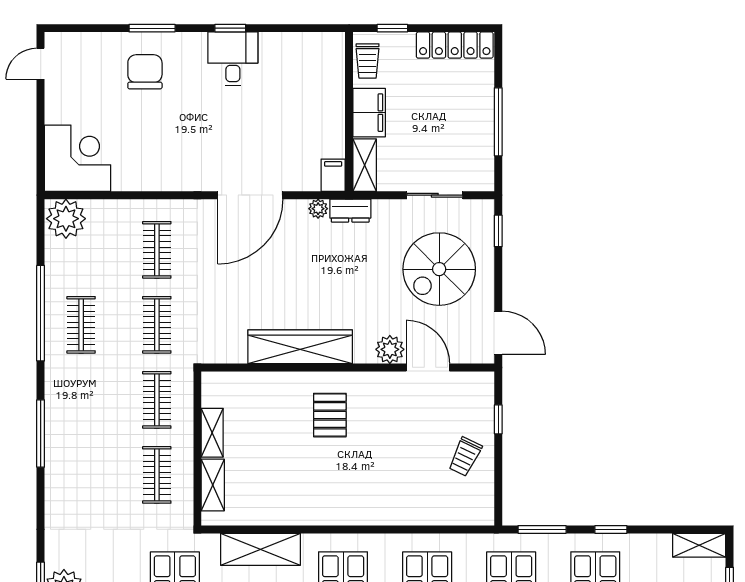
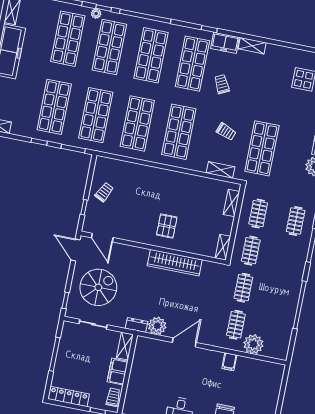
corner desk: (78, 158) -> (266, 378), removed
filing cabinet: (333, 175) -> (229, 362), moved
door: (250, 195) -> (184, 342), width x0.73
plant: (318, 209) -> (157, 326), width x1.88, depth x1.88
plant: (66, 219) -> (253, 344), moved
clothes rail: (81, 325) -> (296, 221), moved
plant: (390, 349) -> (131, 253), removed
door: (428, 367) -> (102, 238), moved
shelving: (212, 433) -> (223, 247), moved
shelving: (260, 549) -> (220, 170), width x0.67, depth x0.75

